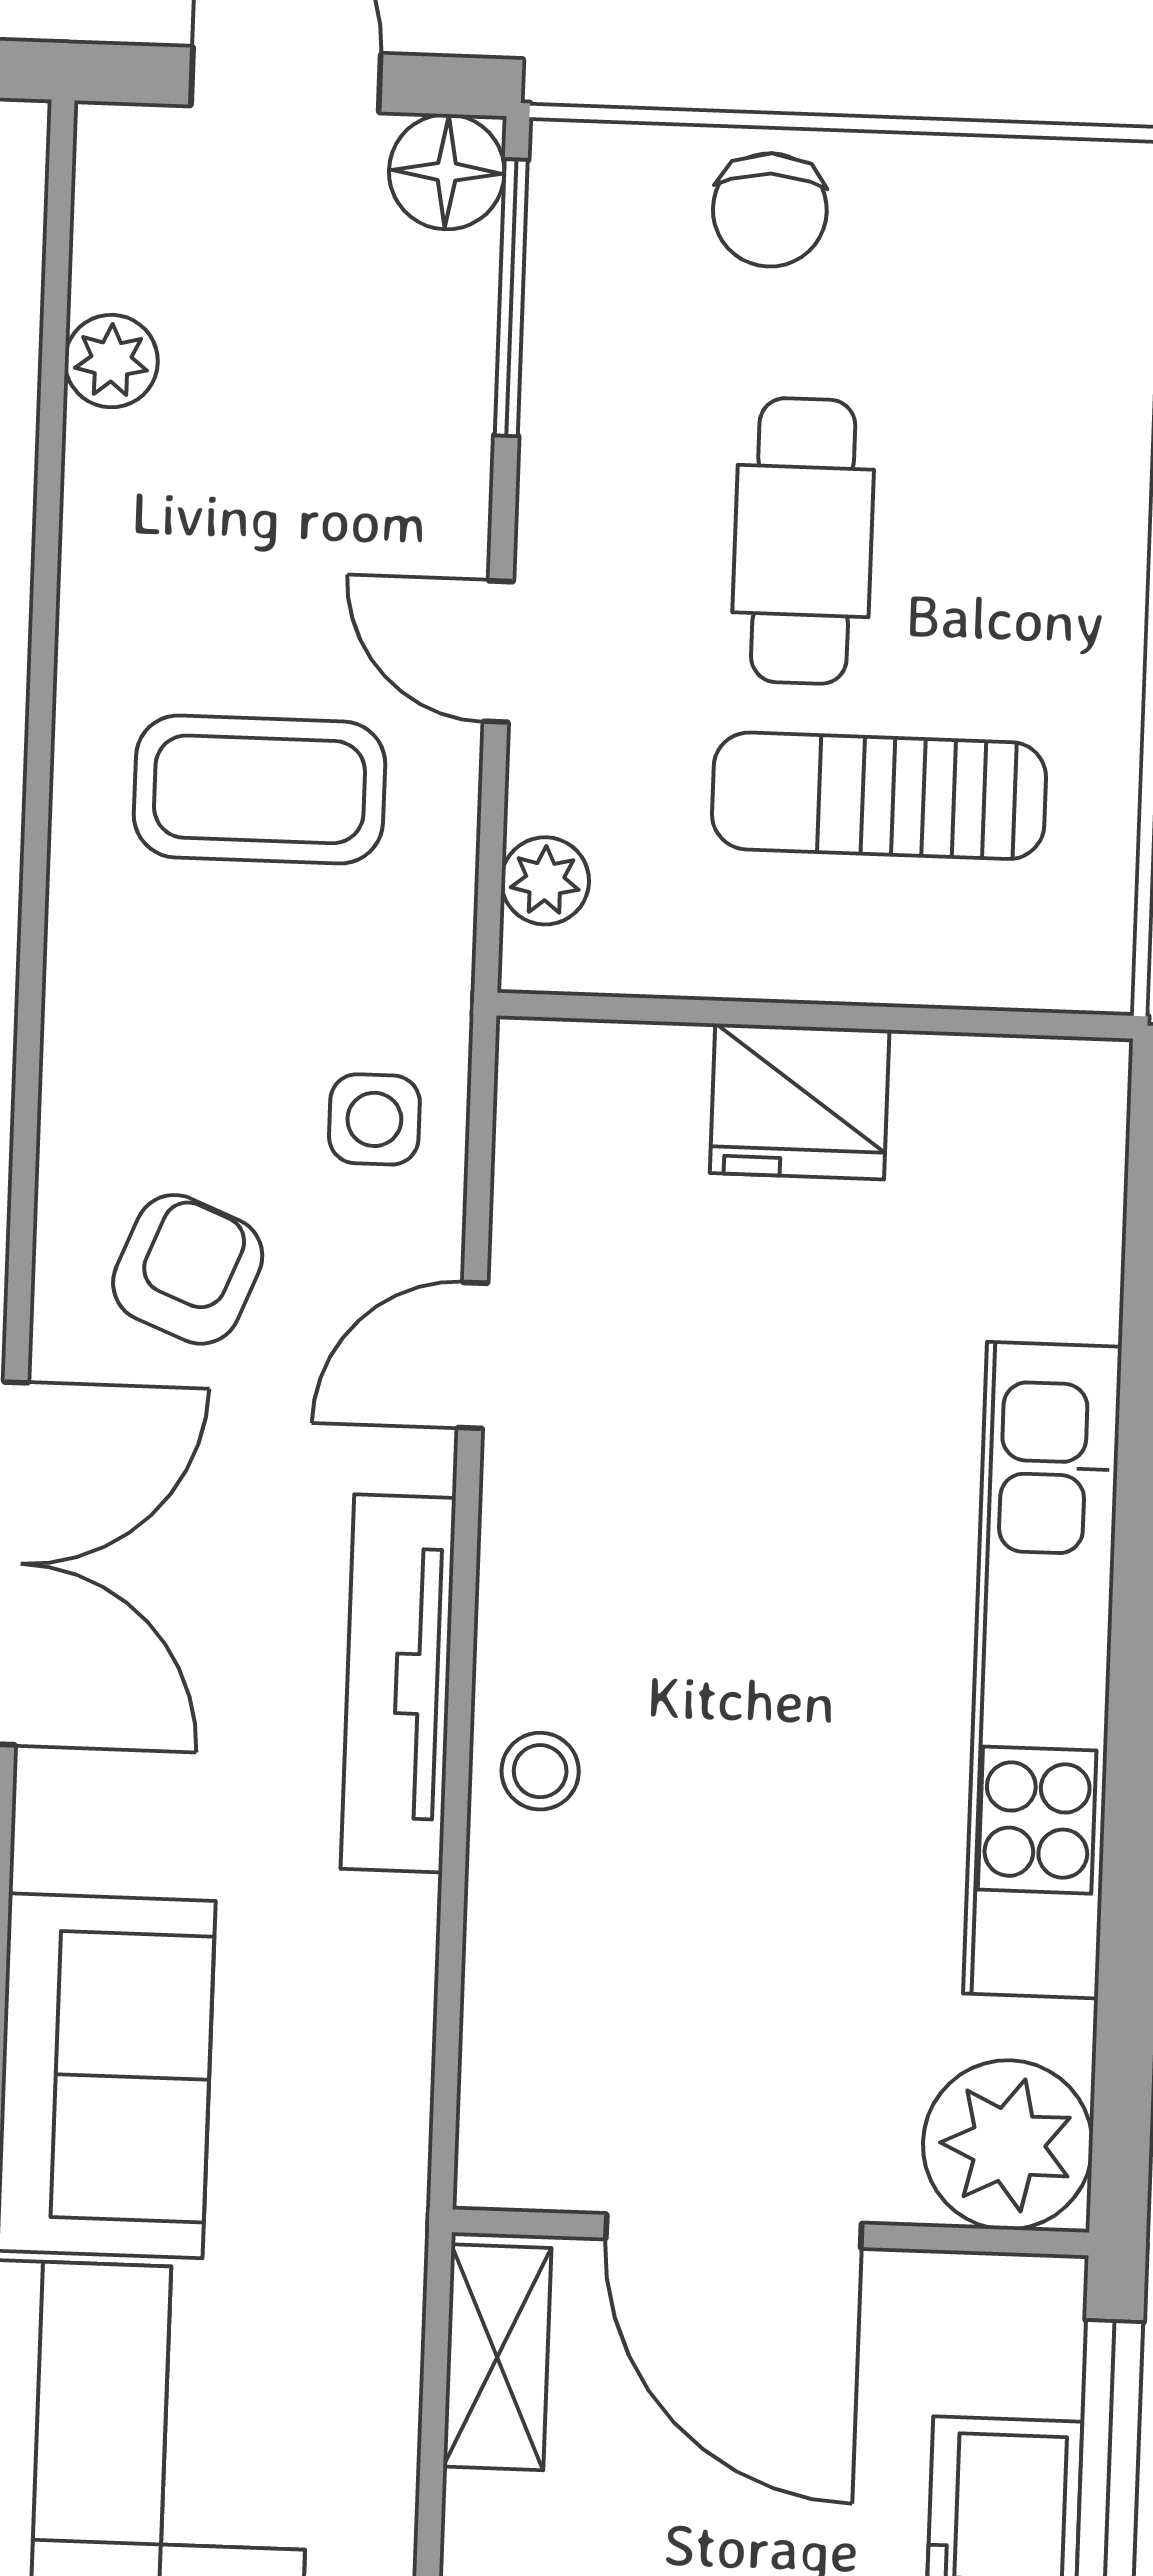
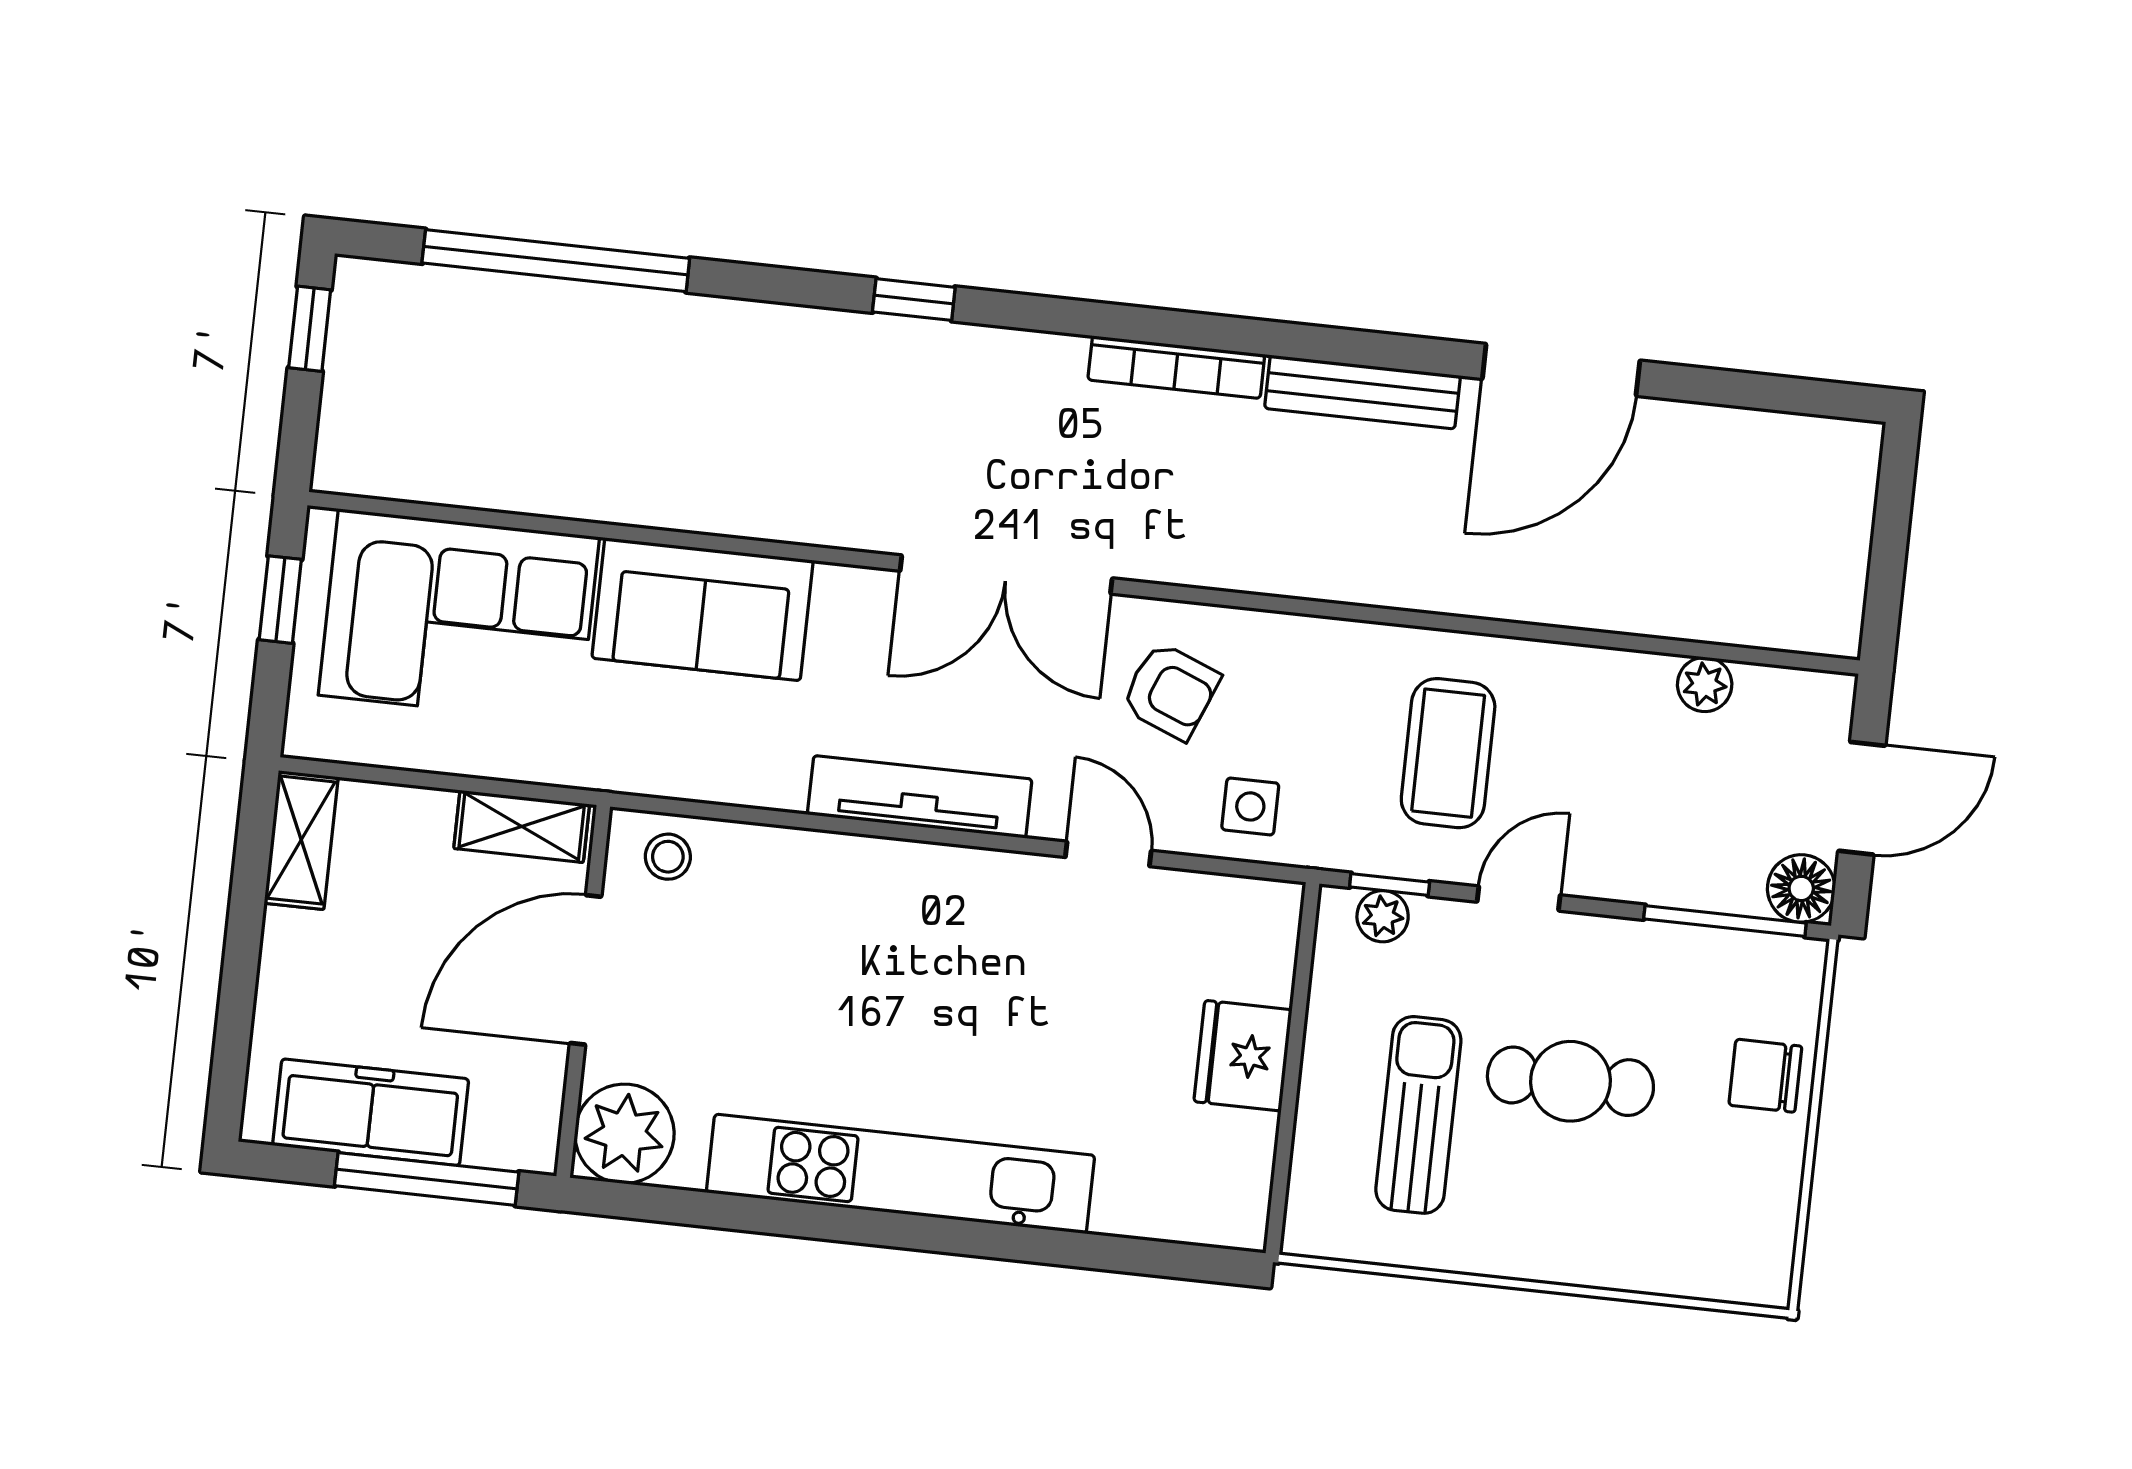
window: (490, 873) -> (1390, 884), added
stool: (540, 1771) -> (668, 857), moved

